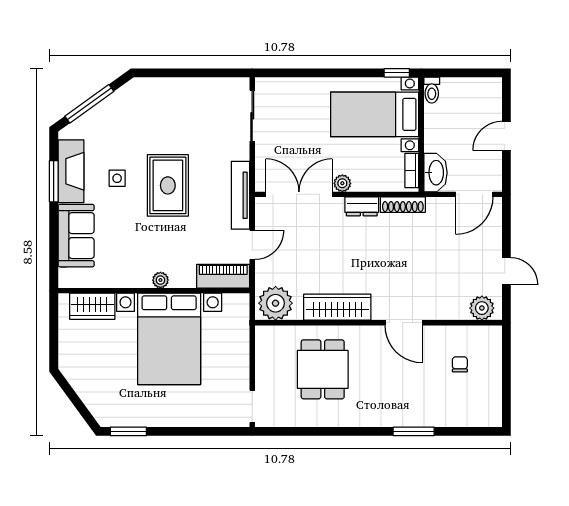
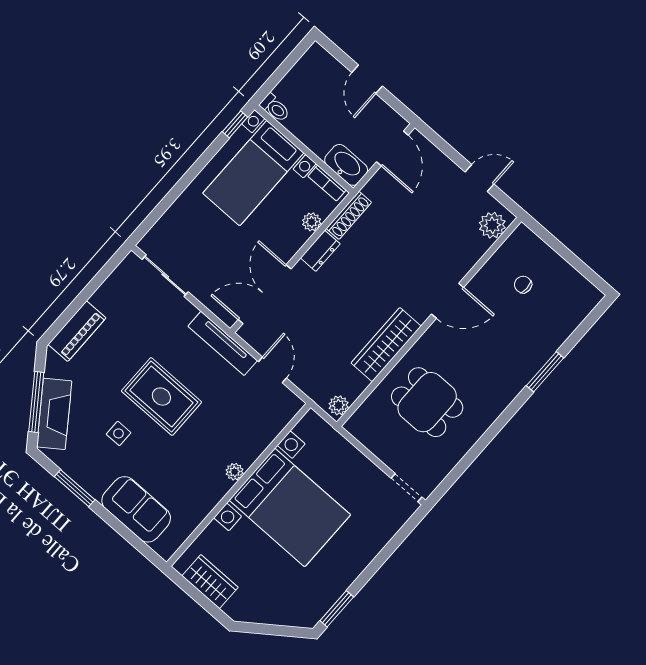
fireplace: (71, 171) -> (54, 414), moved, turned 54
plant: (342, 183) -> (312, 222), moved
piano: (223, 276) -> (77, 331), moved, turned 180
plant: (276, 303) -> (339, 405), width x0.53, depth x0.53
wardrobe: (92, 306) -> (210, 582), moved, turned -90

